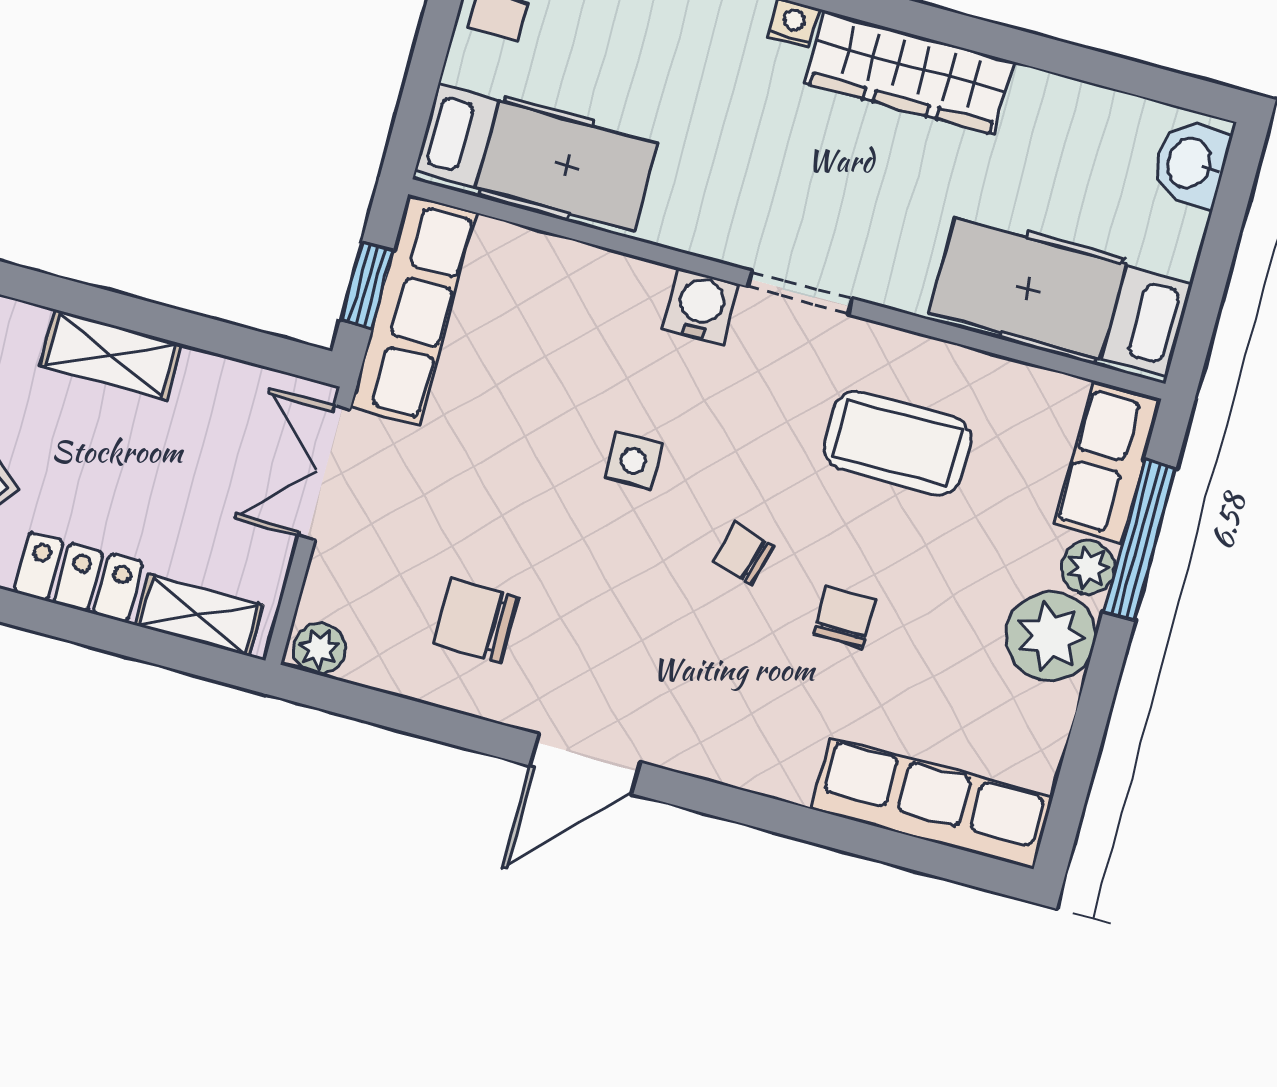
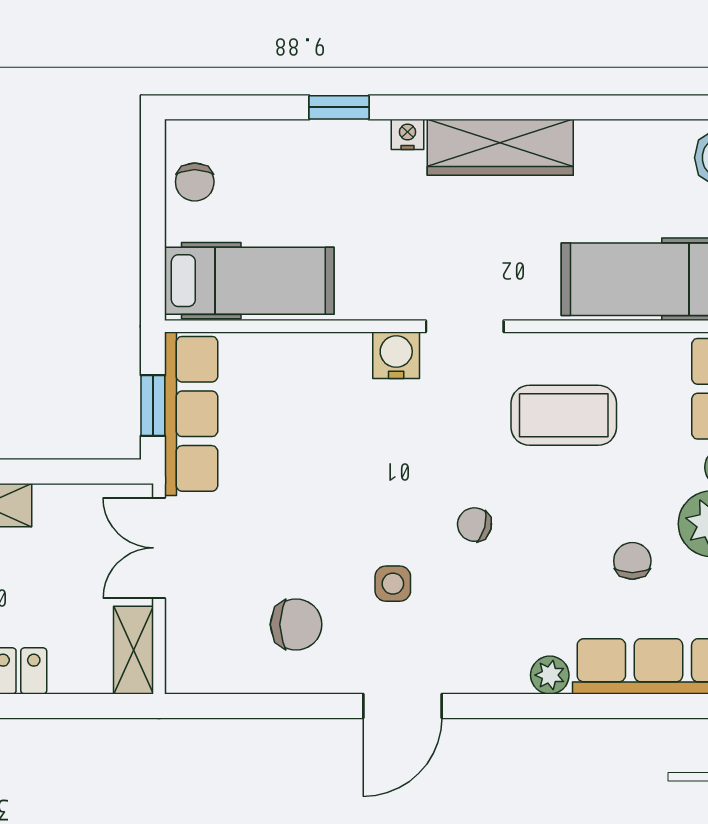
side table: (633, 461) -> (393, 584), moved
shelving: (199, 615) -> (134, 650), moved, turned 90
chair: (844, 617) -> (632, 561), moved
chair: (476, 621) -> (296, 624), turned 180
plant: (319, 649) -> (550, 675), moved

